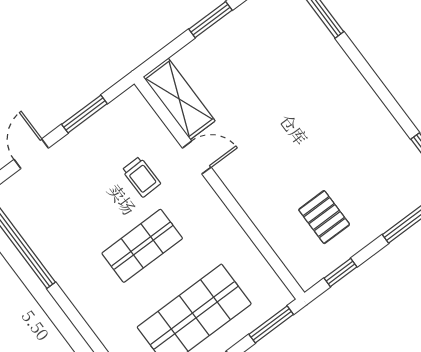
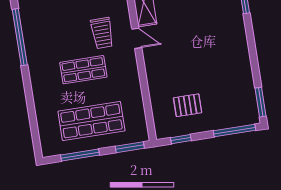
trolley: (141, 177) -> (102, 33), width x1.36, depth x1.39
pallet: (324, 217) -> (188, 105), turned 90

